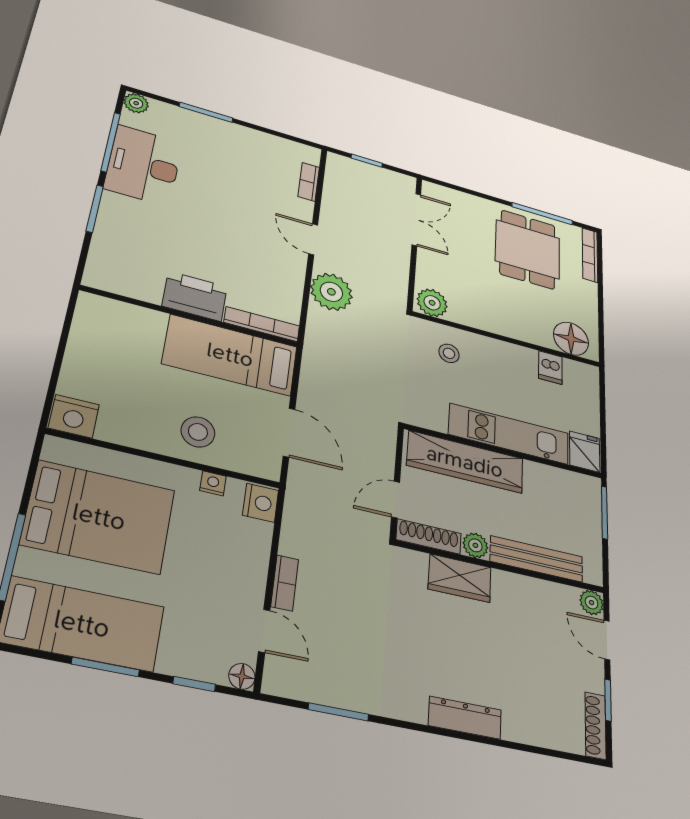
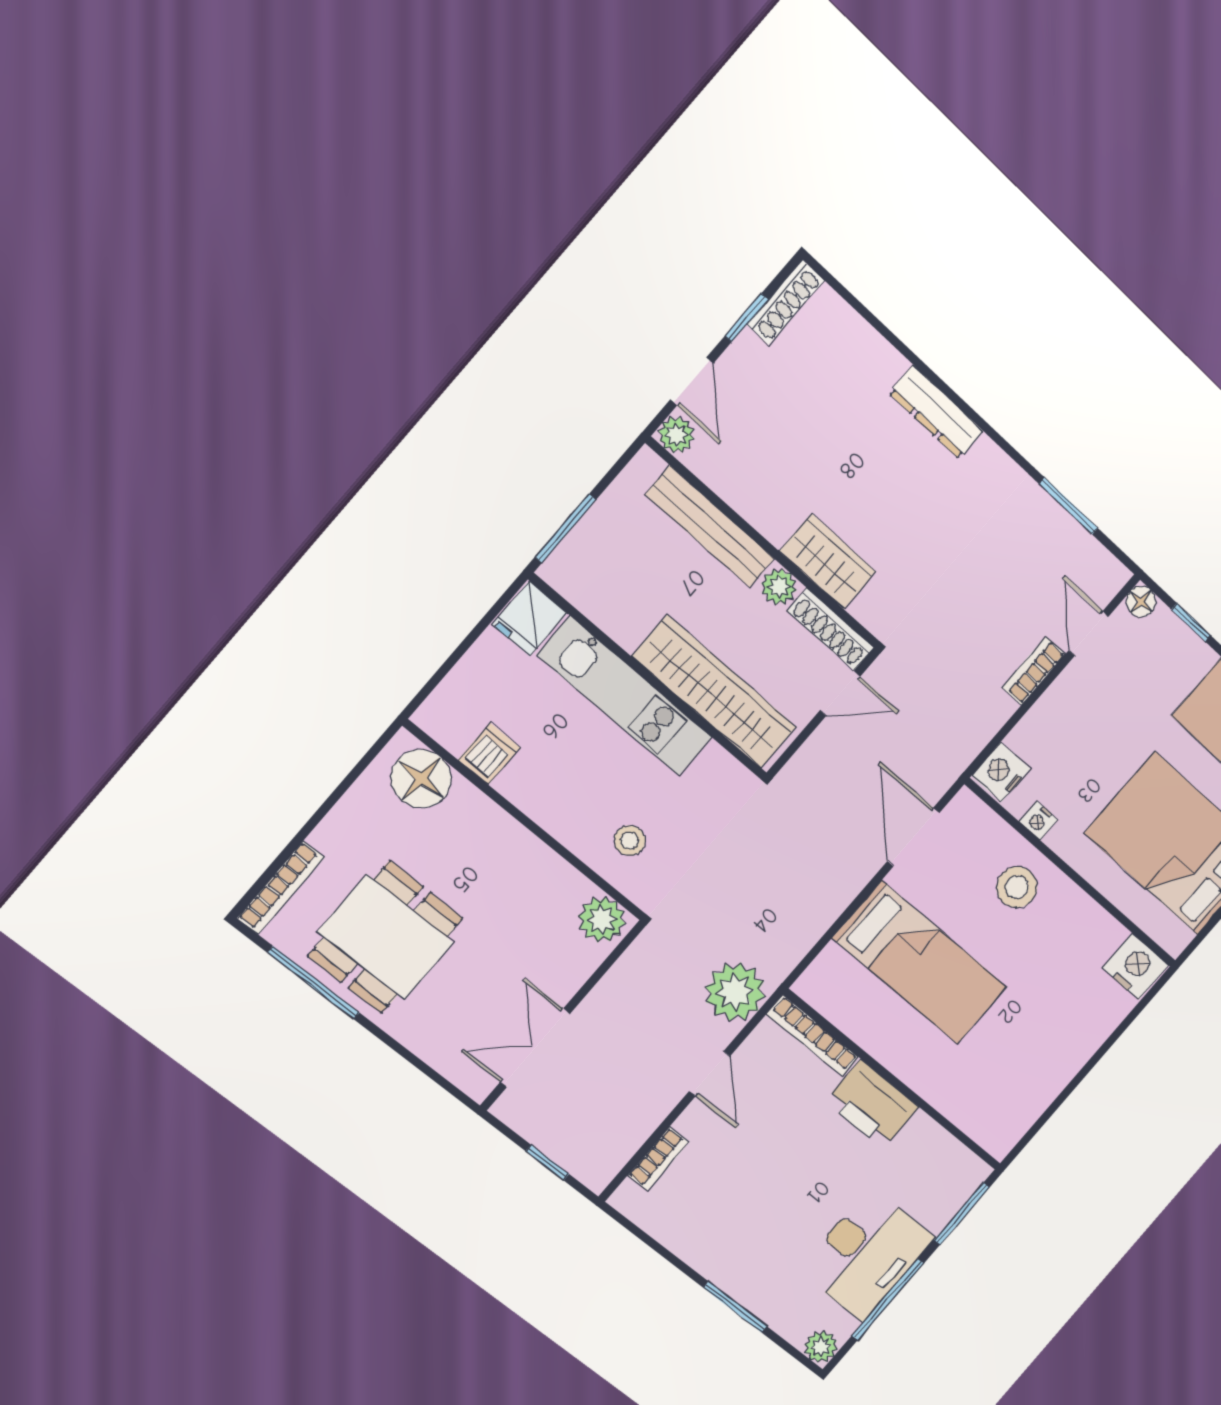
printer: (195, 296) -> (872, 1104), moved
wall: (190, 316) -> (893, 1080), moved
bookcase: (262, 324) -> (813, 1036), moved

